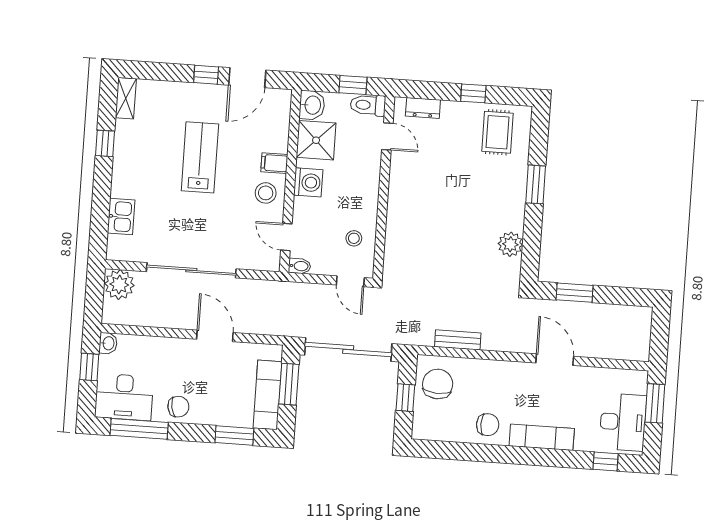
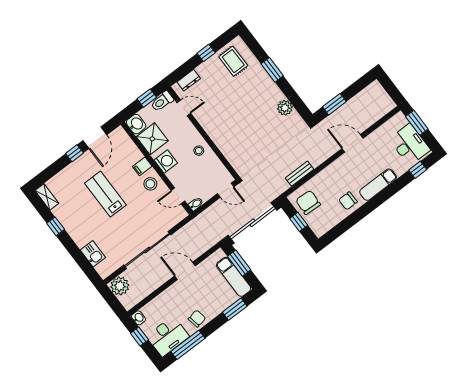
stool: (354, 238) -> (199, 151), moved
chair: (488, 425) -> (348, 201), turned 180

